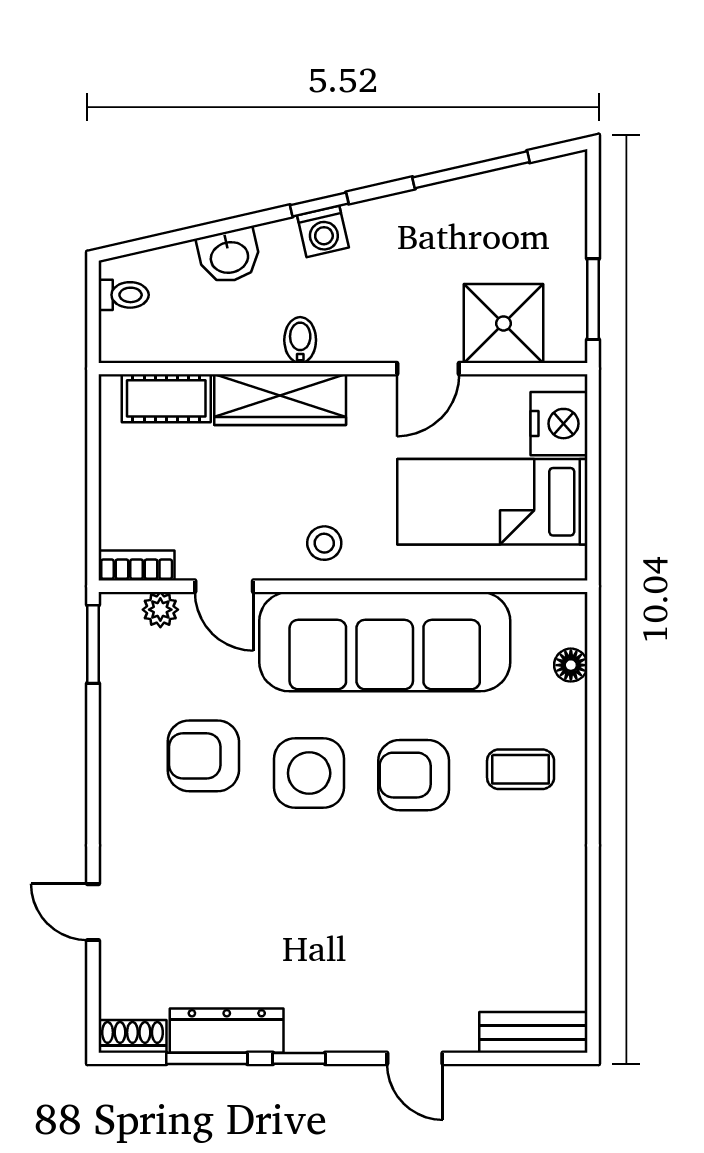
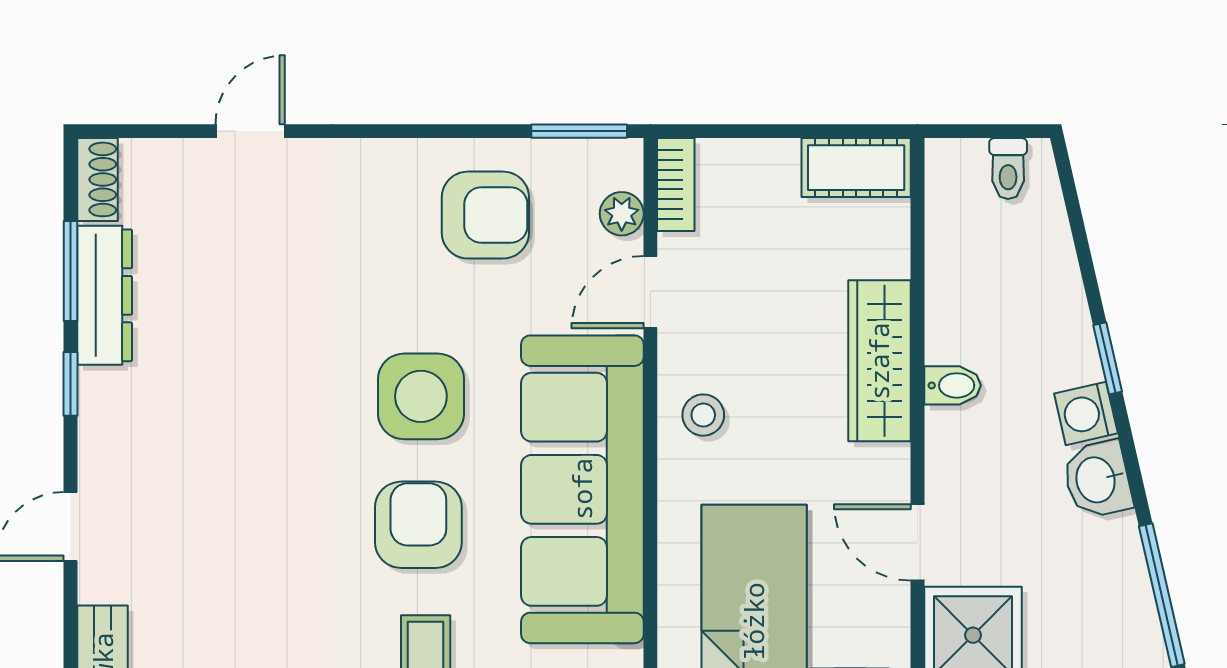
window: (319, 204) -> (1108, 358), moved
washbasin: (229, 256) -> (1097, 479), moved
cot: (166, 398) -> (856, 168), moved, turned 90
armchair: (203, 756) -> (485, 215), moved, turned 90

